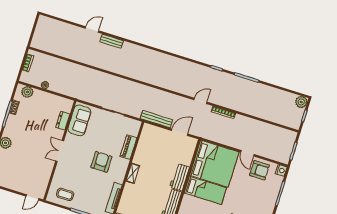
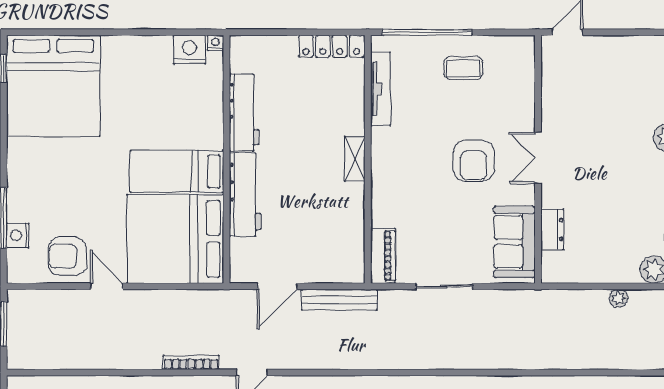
piano: (129, 147) -> (383, 256), moved
double door: (60, 151) -> (538, 158), swing flipped
armchair: (101, 162) -> (474, 161), moved
nightstand: (281, 170) -> (18, 236), moved
workbench: (180, 177) -> (245, 195), width x1.38
coffee table: (65, 194) -> (463, 68), moved

